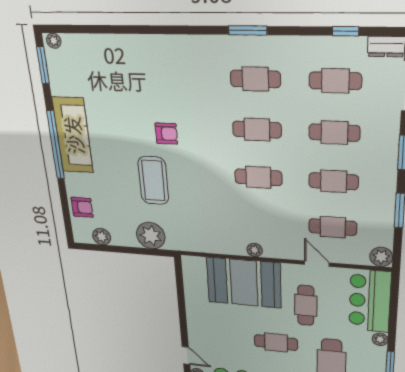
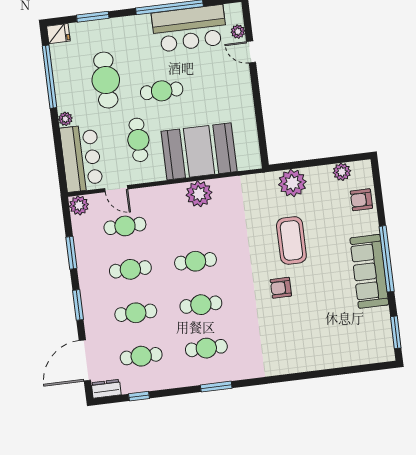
plant: (54, 41) -> (385, 355), removed
plant: (255, 250) -> (199, 194), width x1.87, depth x1.87
door: (317, 264) -> (116, 189), moved

